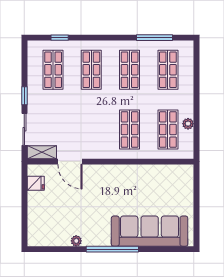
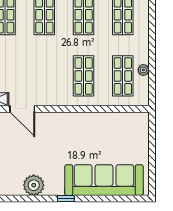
plant: (76, 241) -> (34, 185), width x1.88, depth x1.88
window: (112, 249) -> (66, 198), width x0.32

